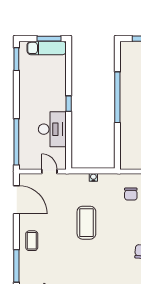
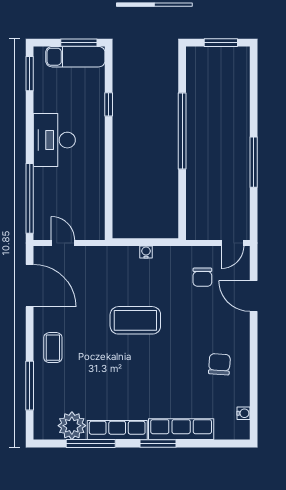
window: (69, 104) -> (109, 104), moved
desk: (52, 129) -> (54, 140), moved, turned 180
door: (49, 171) -> (63, 243), moved
coffee table: (86, 223) -> (135, 320), turned 90

